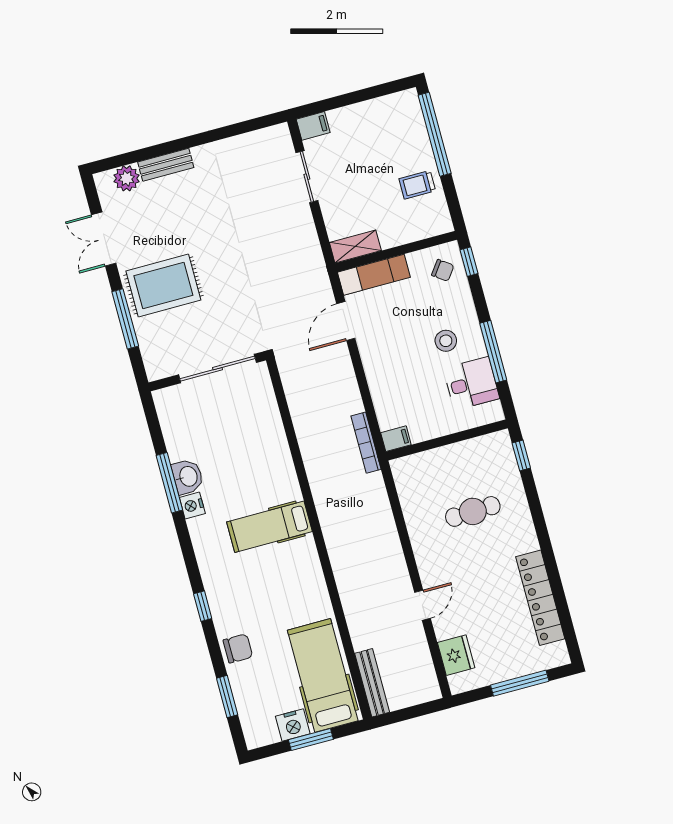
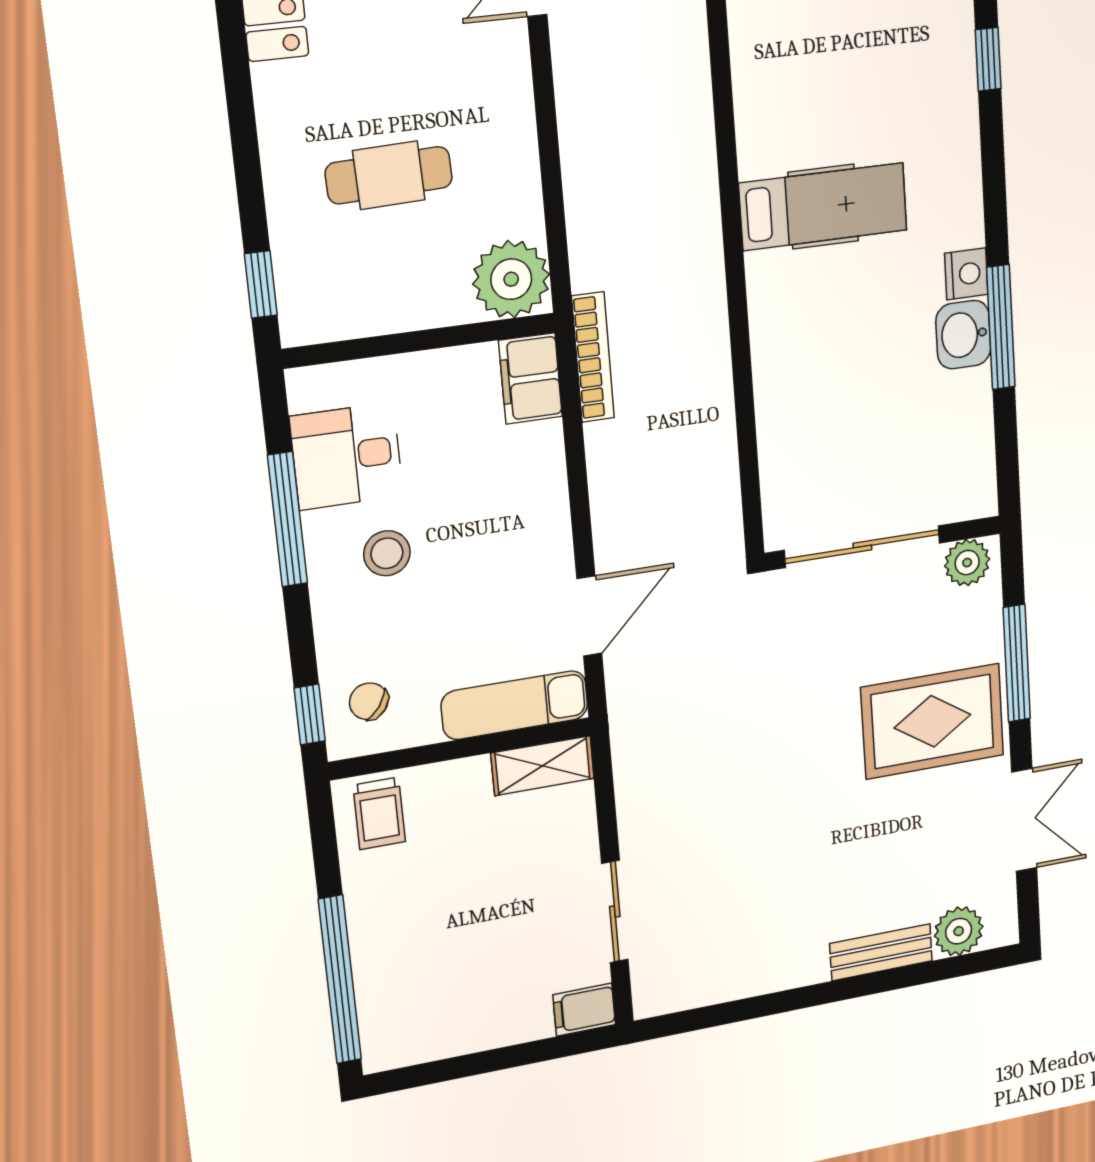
trolley: (417, 185) -> (379, 813), moved, turned 90
plant: (162, 367) -> (967, 563), added
filing cabinet: (396, 439) -> (530, 379), width x2.00
plant: (410, 473) -> (511, 279), added

